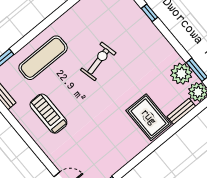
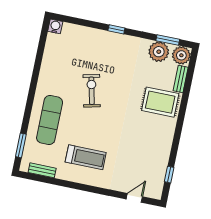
window: (150, 13) -> (116, 29), moved
treadmill: (48, 114) -> (86, 157), turned 180

